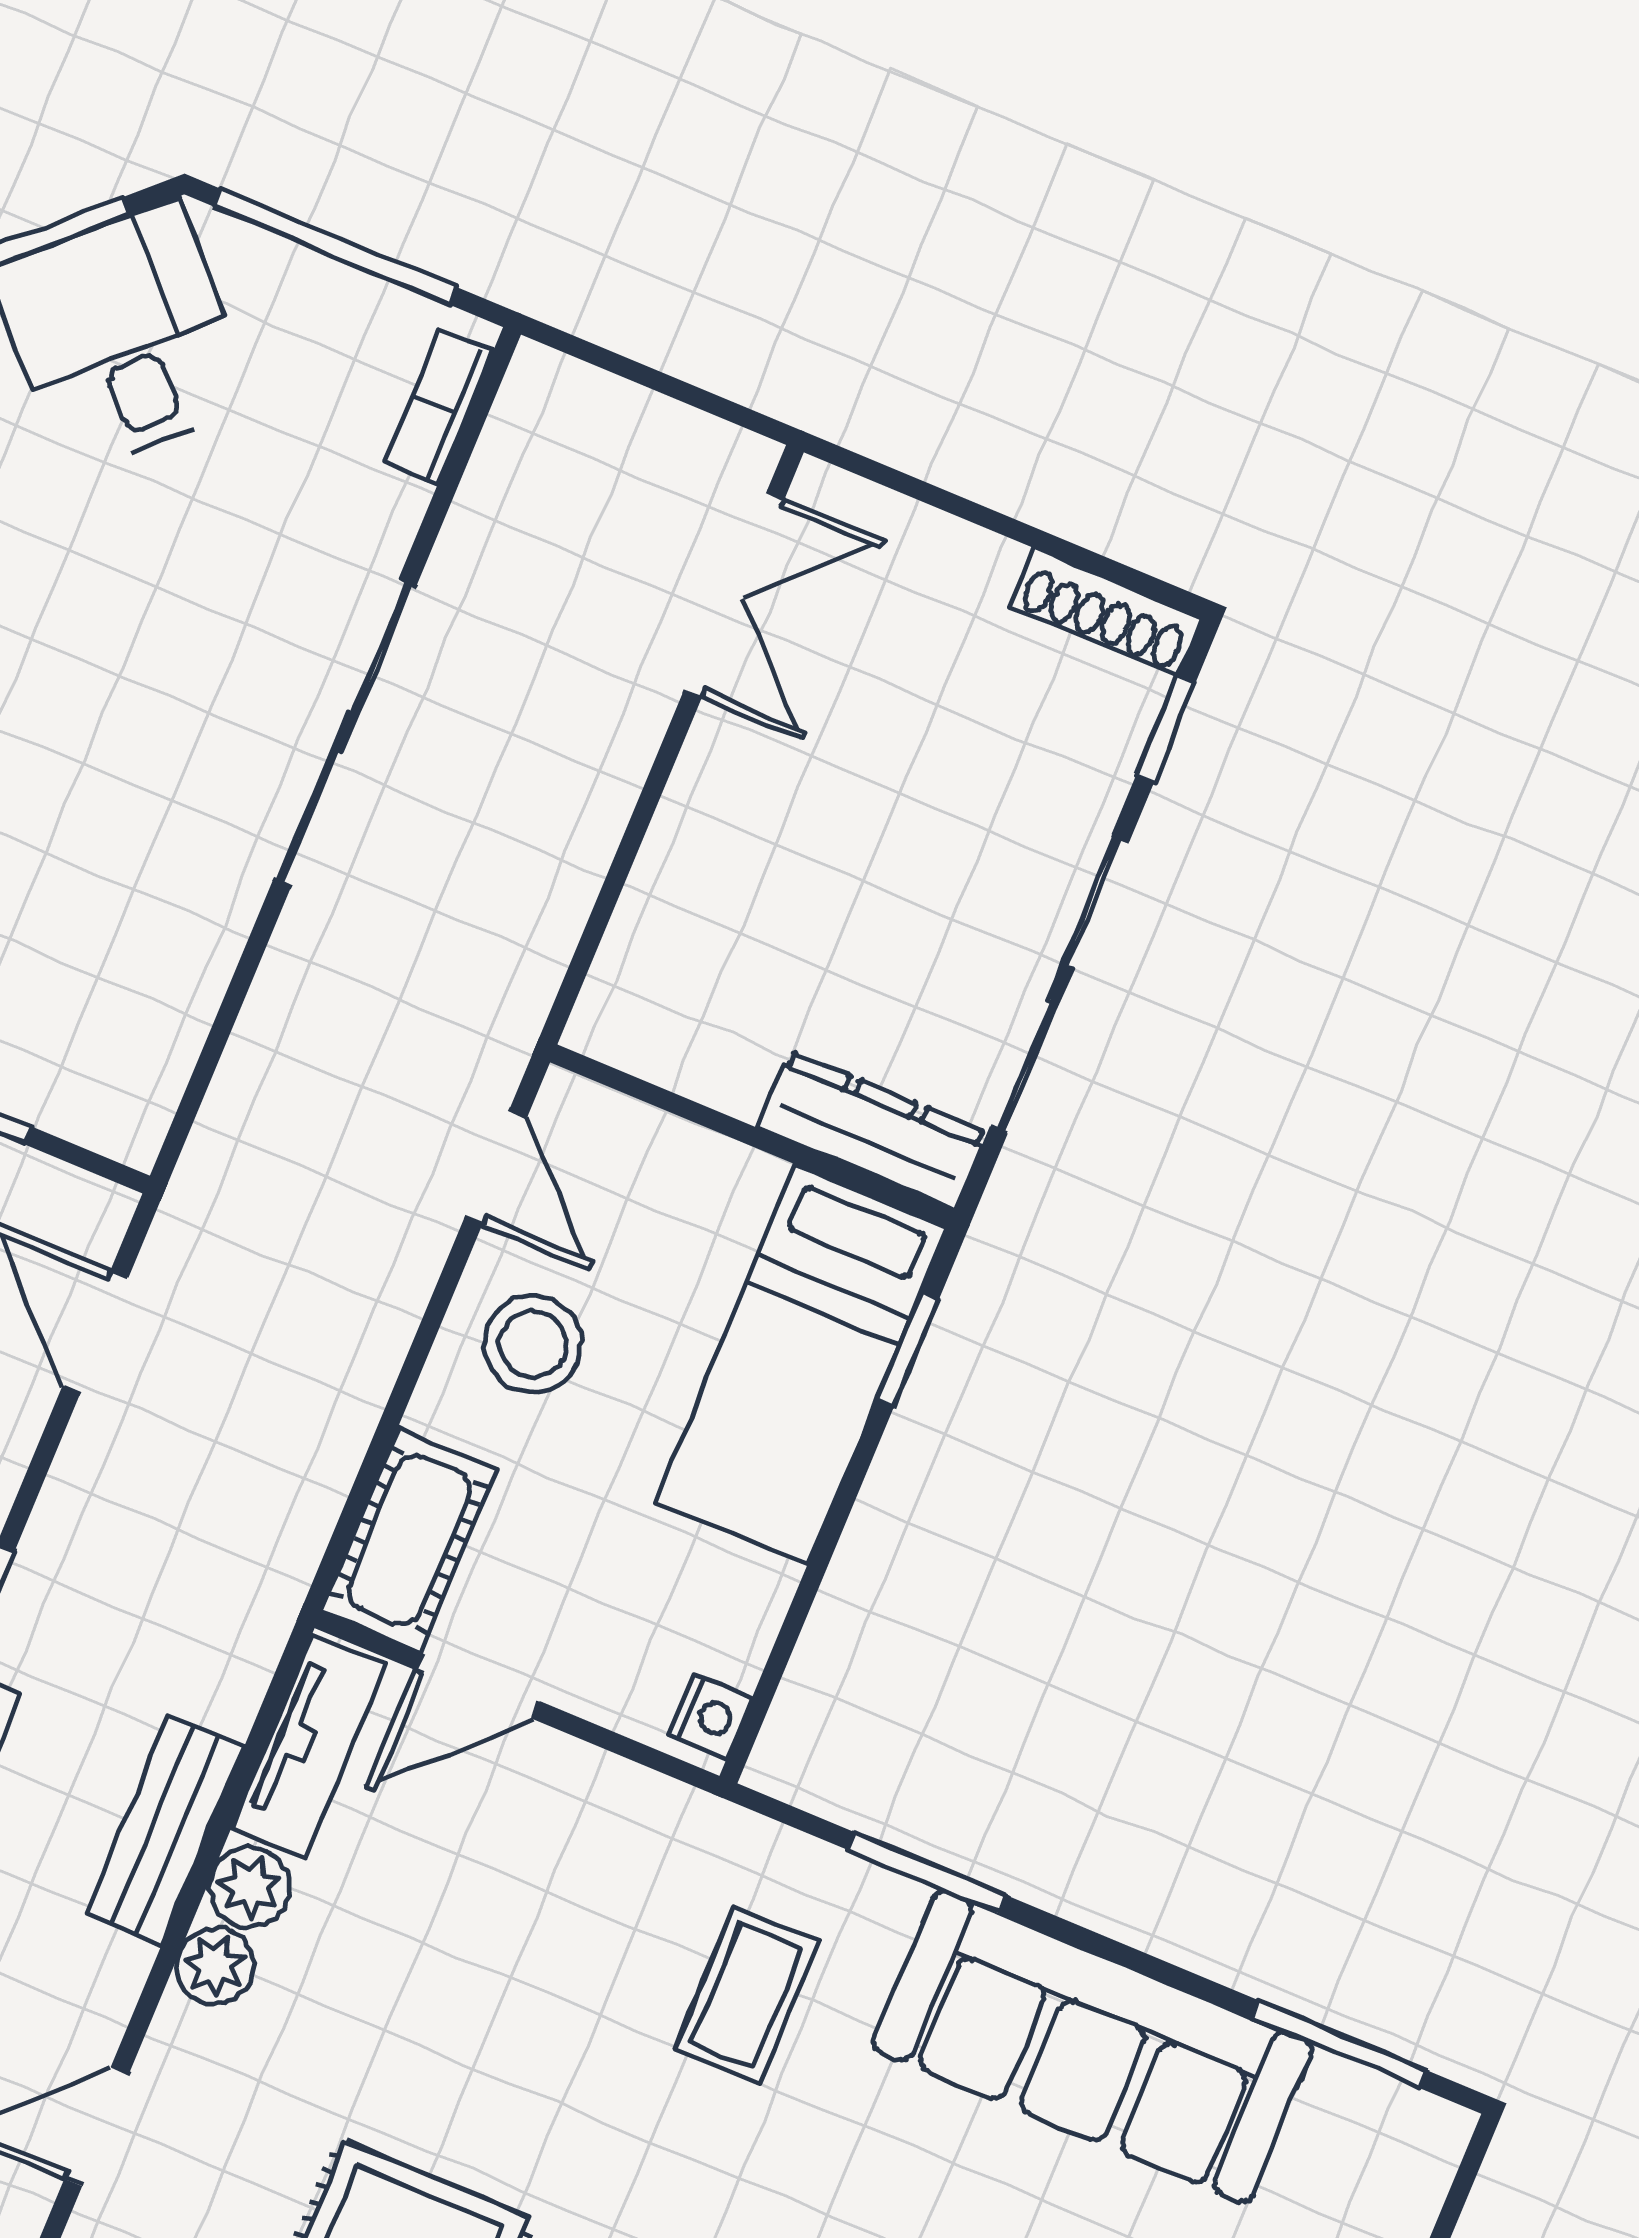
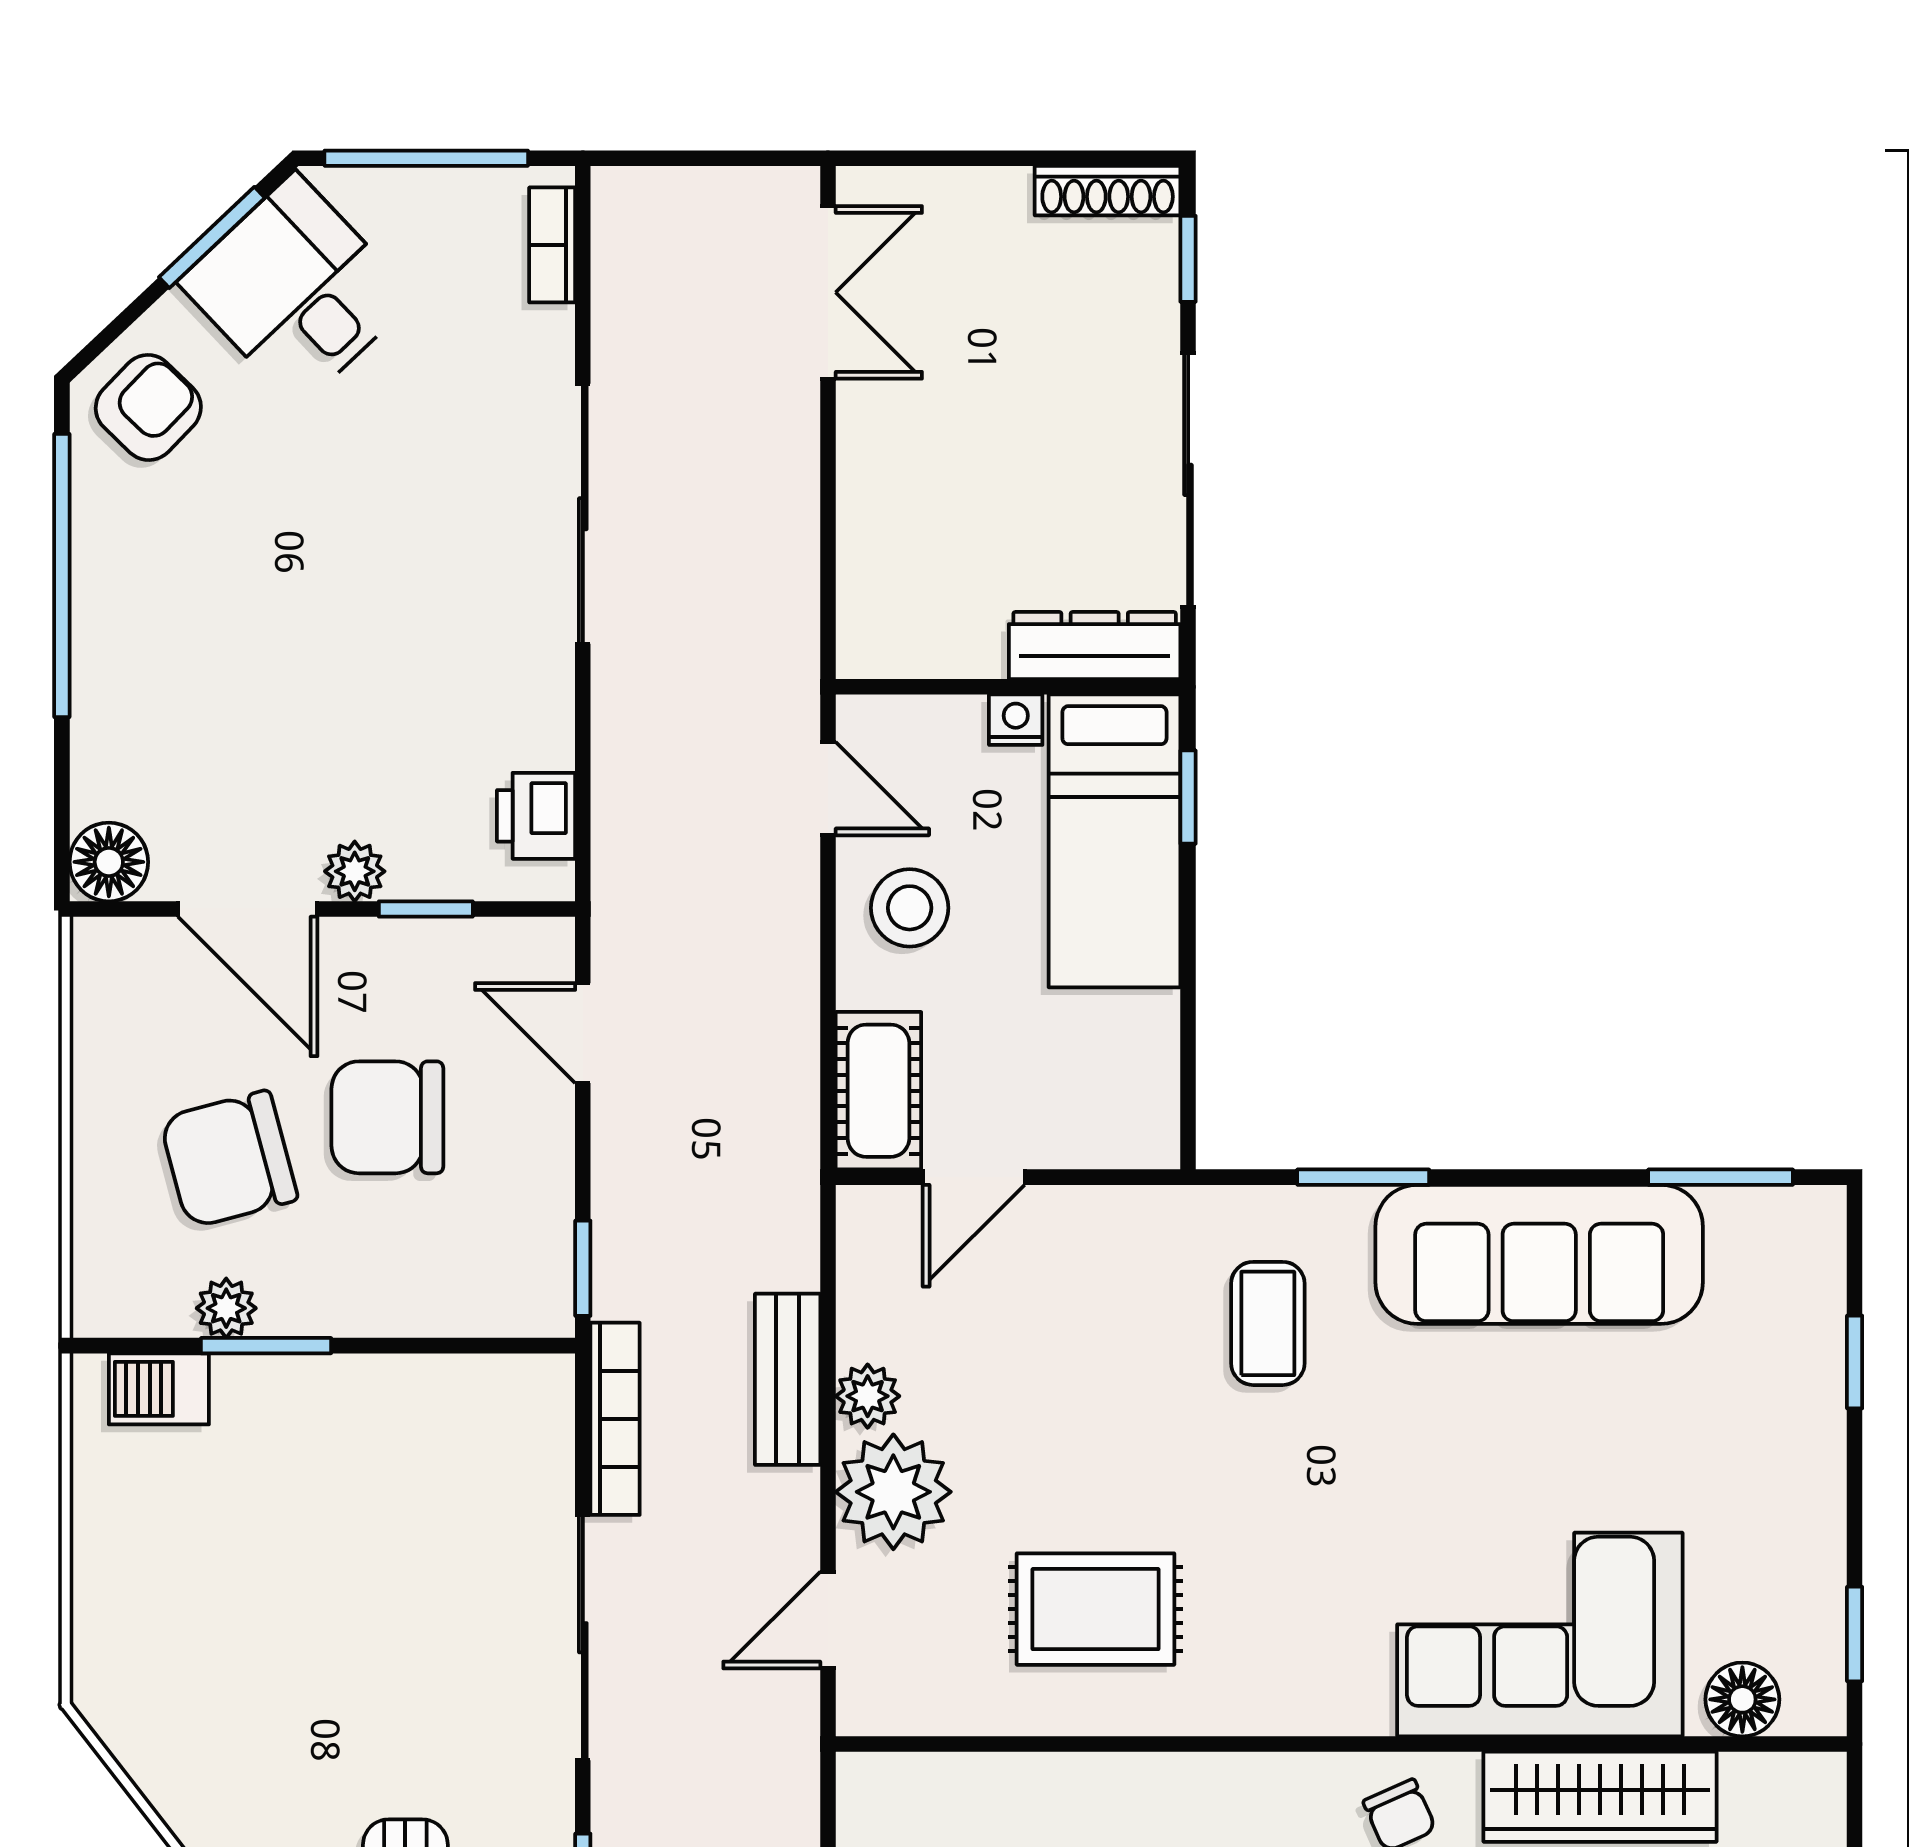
printer: (146, 1058) -> (536, 816), added
nightstand: (710, 1716) -> (1016, 720), moved, turned -90
tv unit: (309, 1746) -> (868, 1274), removed
plant: (215, 1966) -> (893, 1492), width x1.88, depth x1.88

